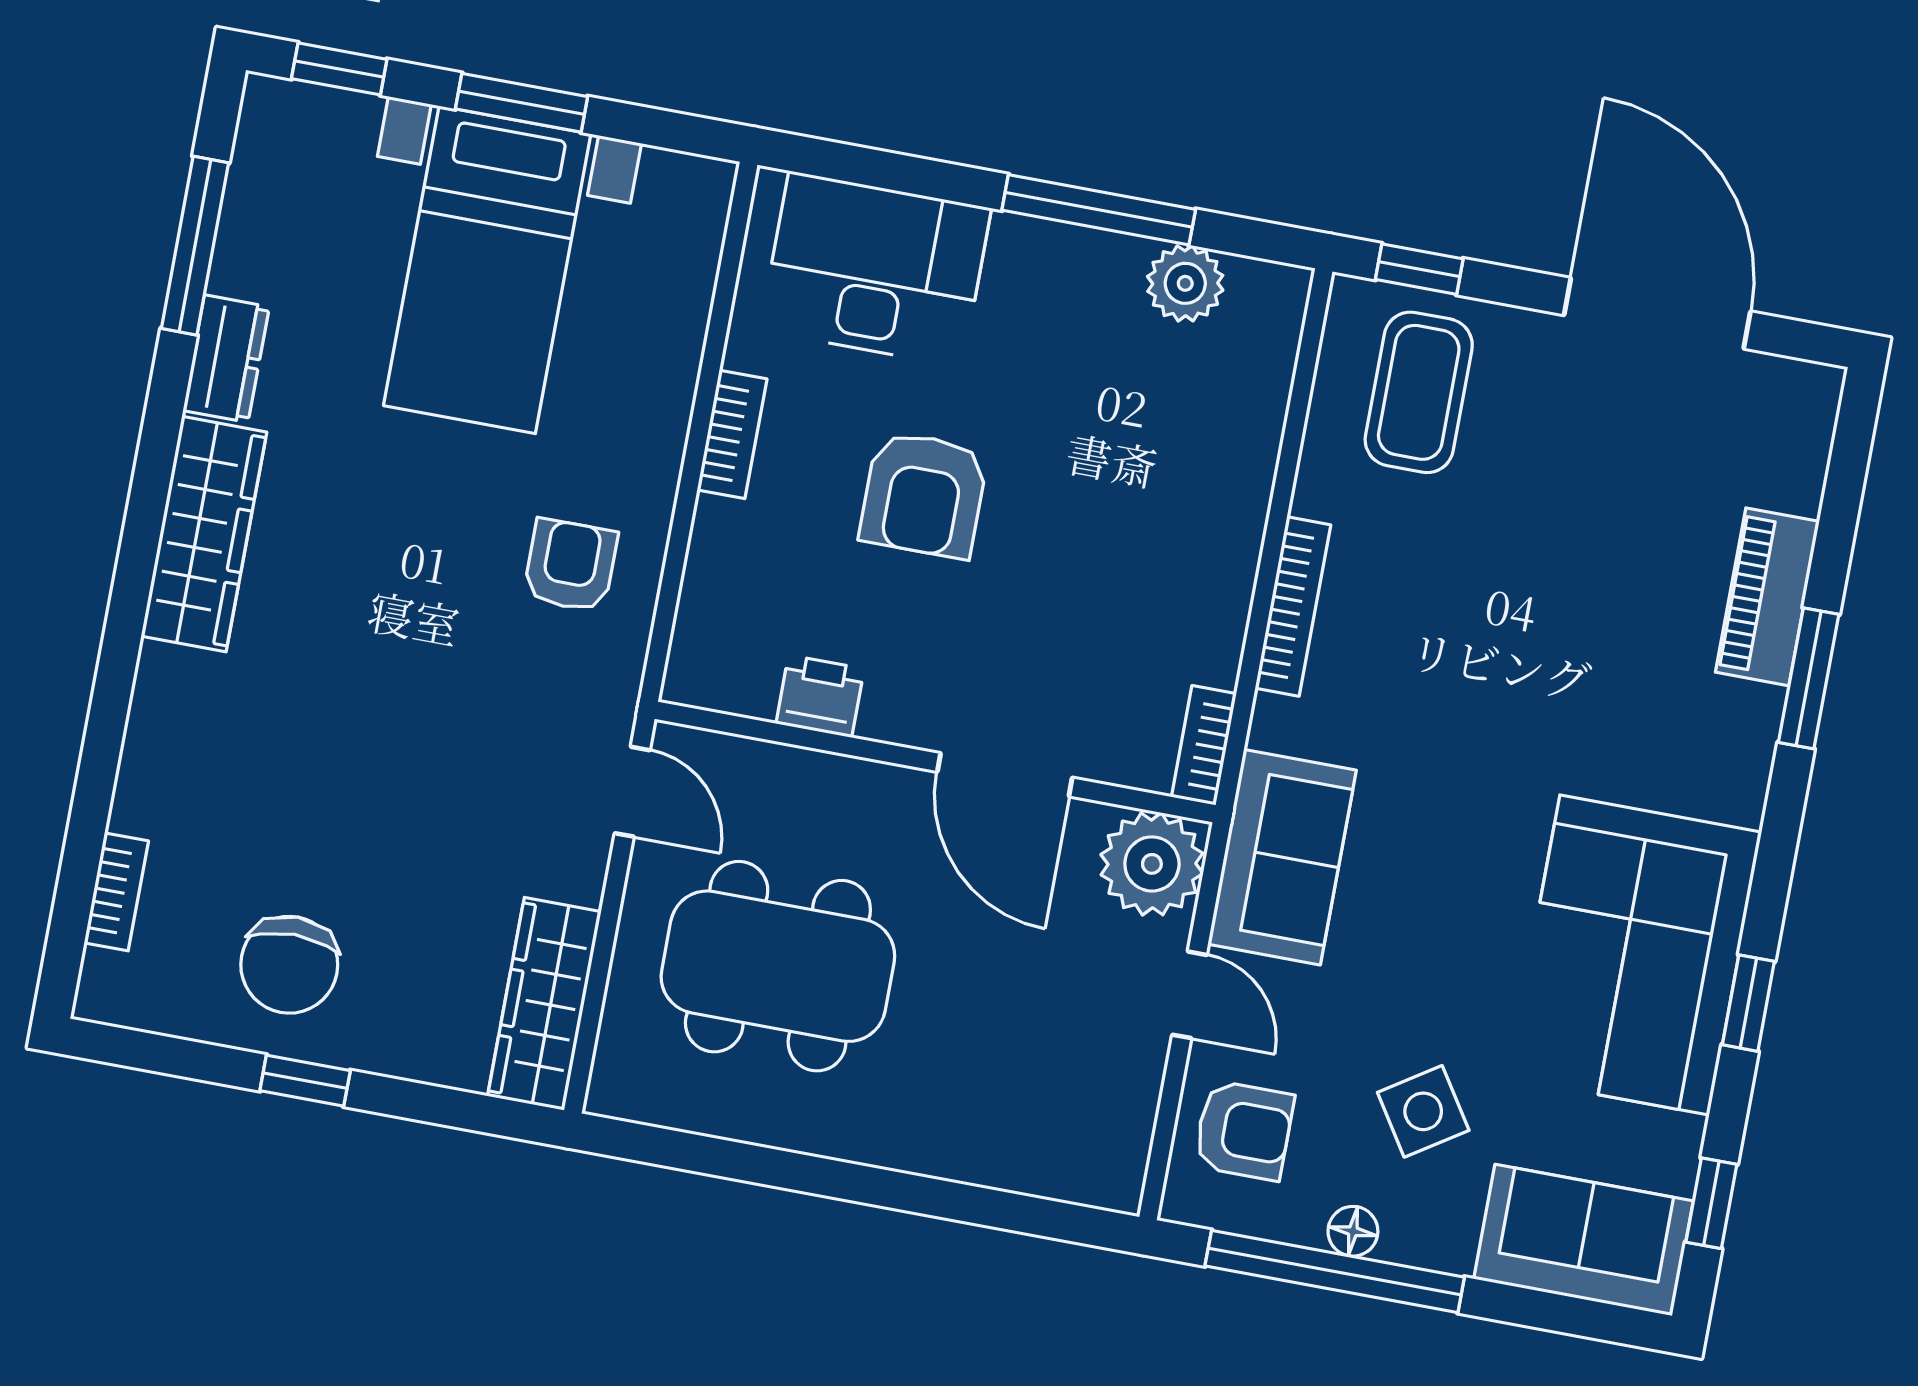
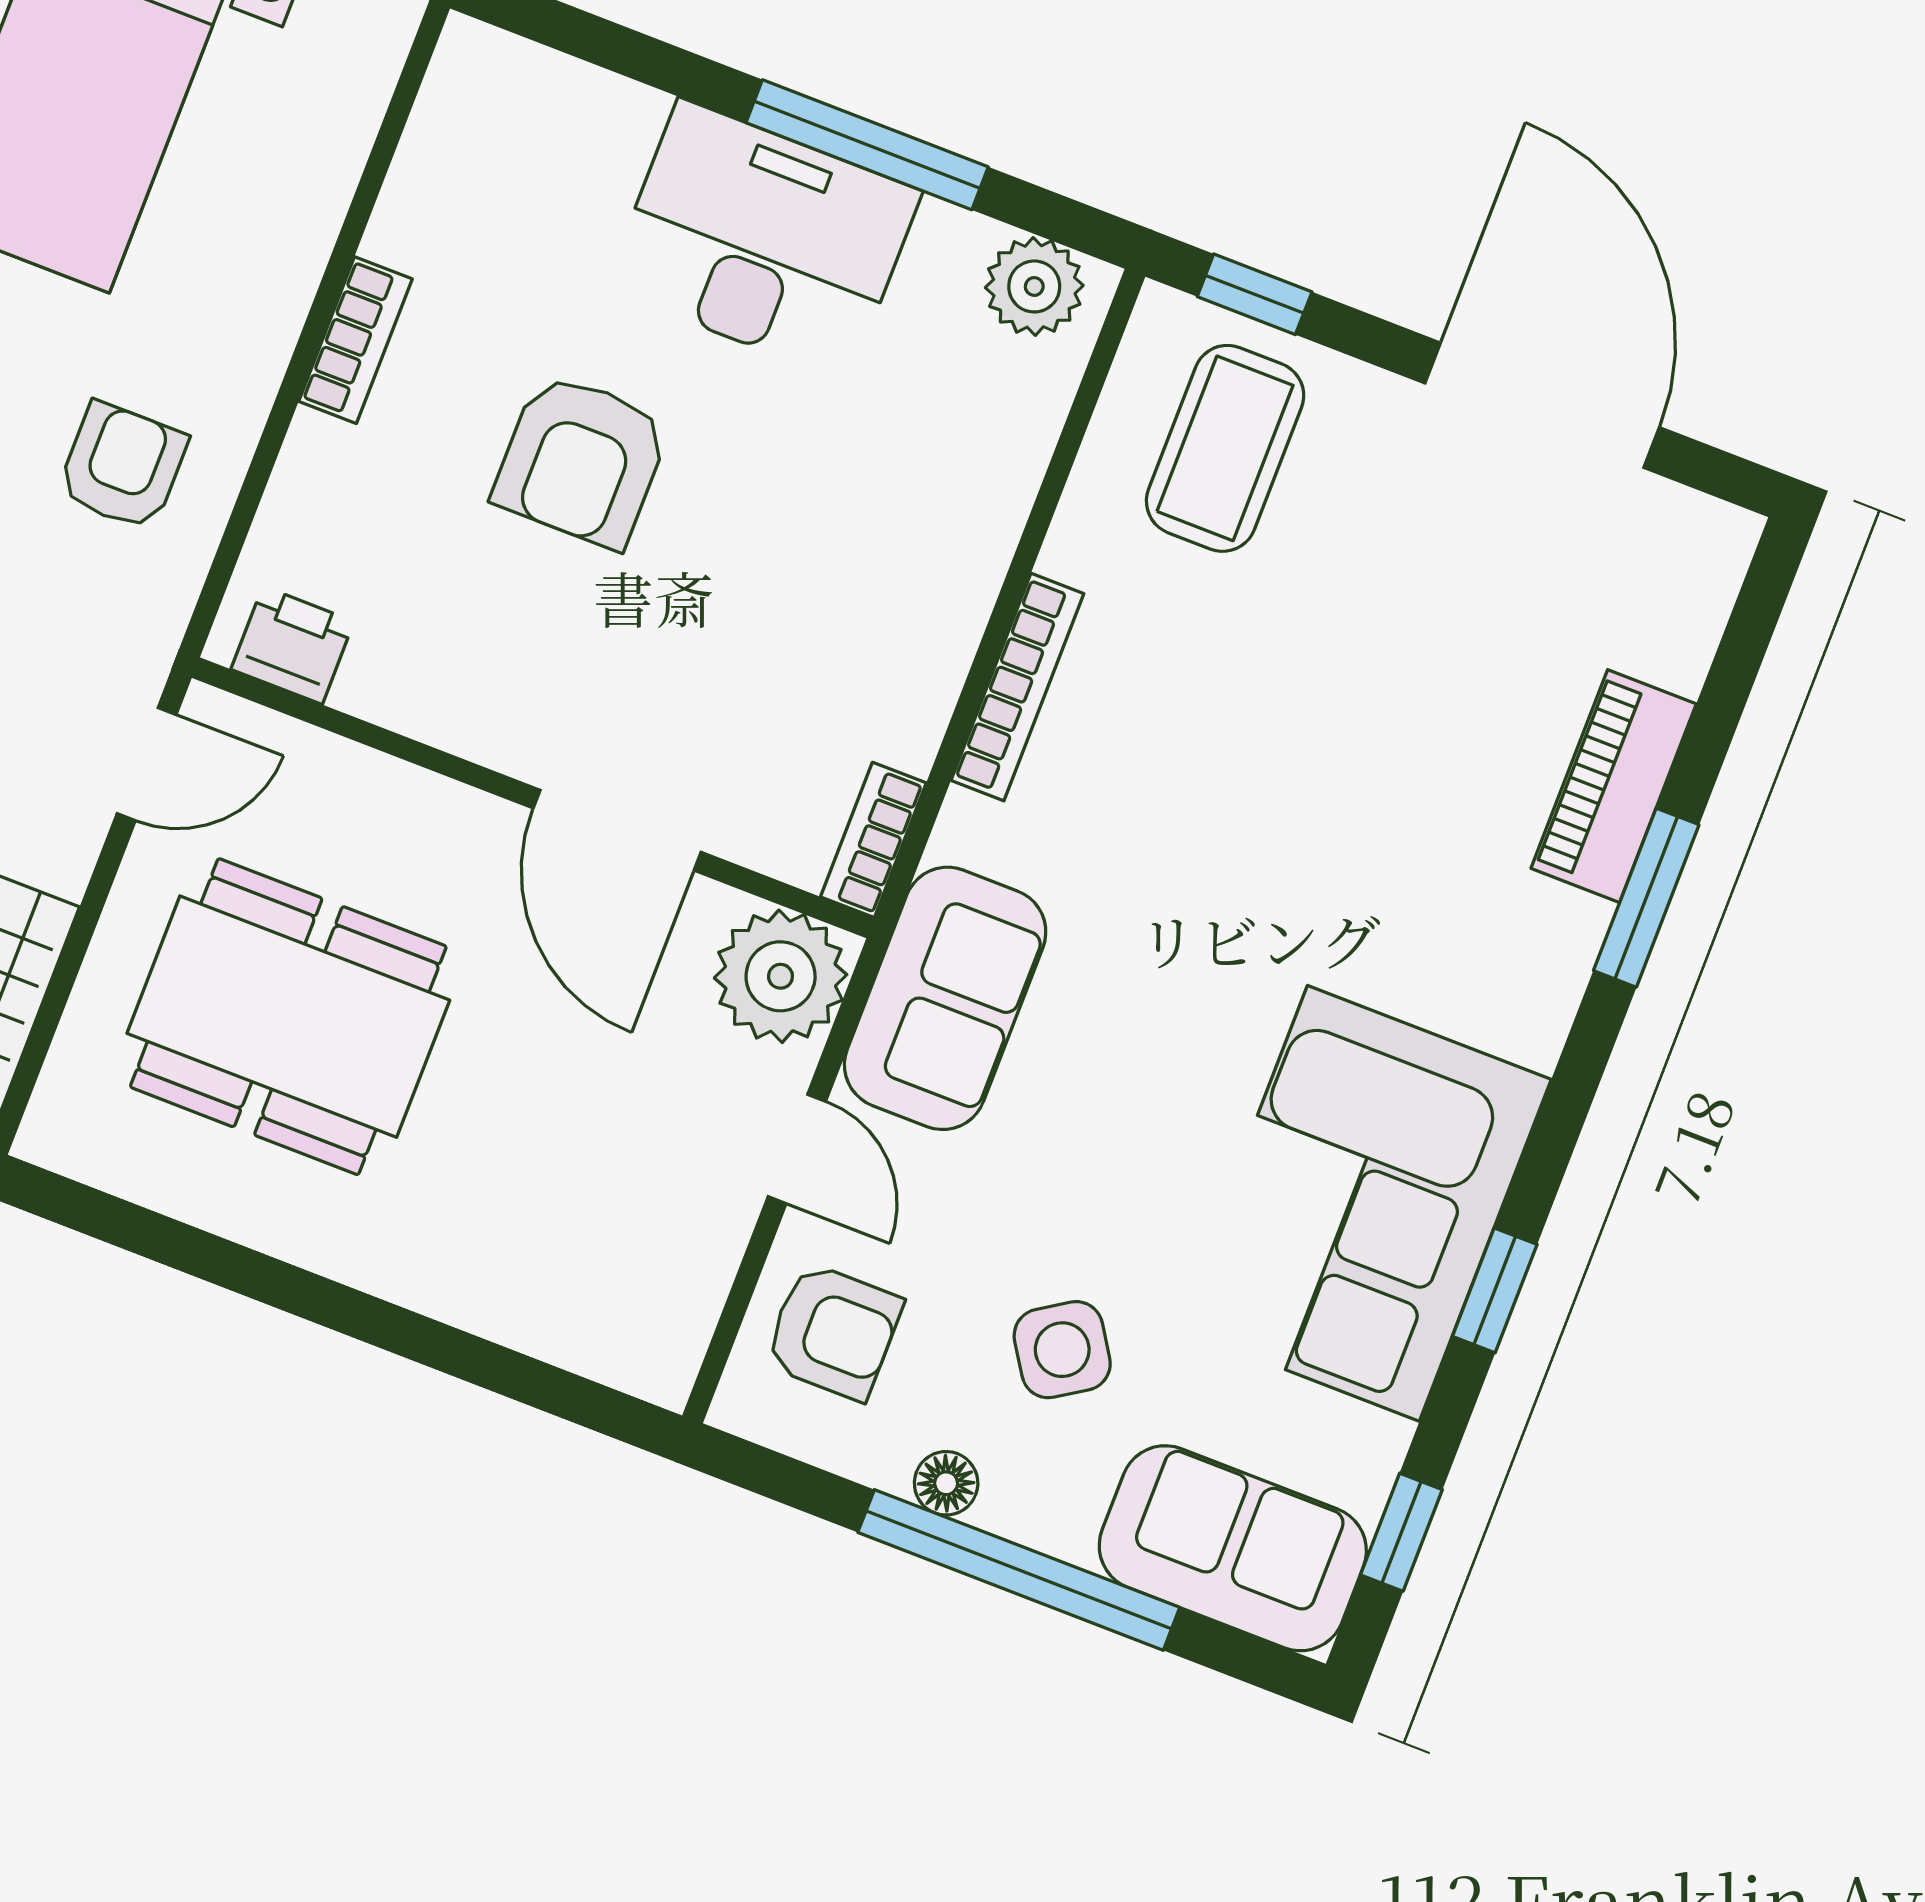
desk: (875, 269) -> (763, 240), moved
plant: (1185, 283) -> (1034, 286), moved
printer: (820, 696) -> (293, 645), moved
door: (632, 792) -> (147, 764), hinge flipped
window: (1335, 1272) -> (1019, 1570), moved

